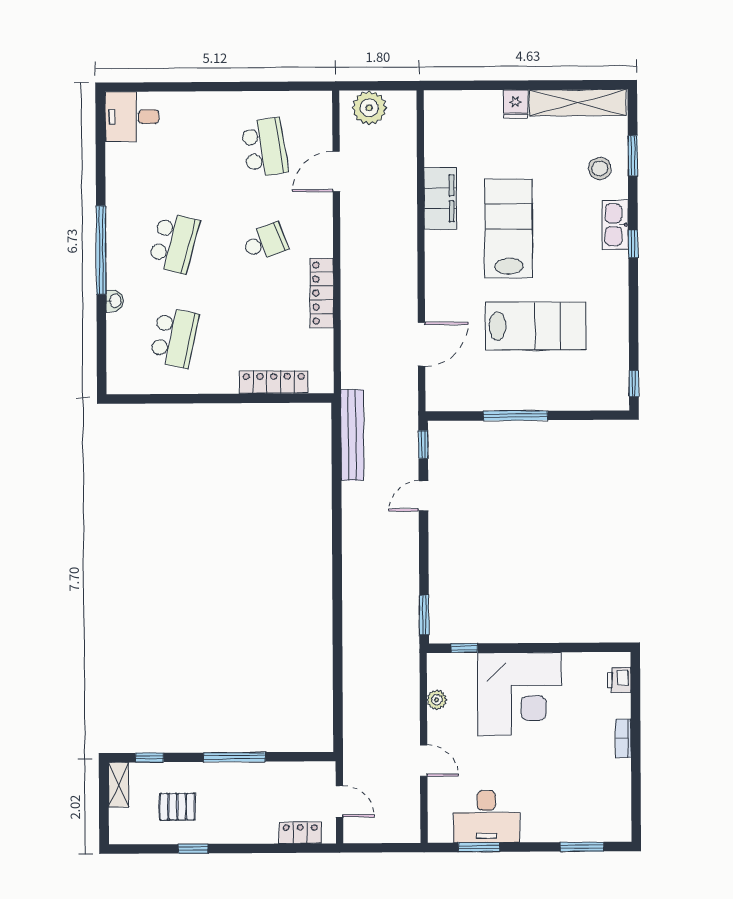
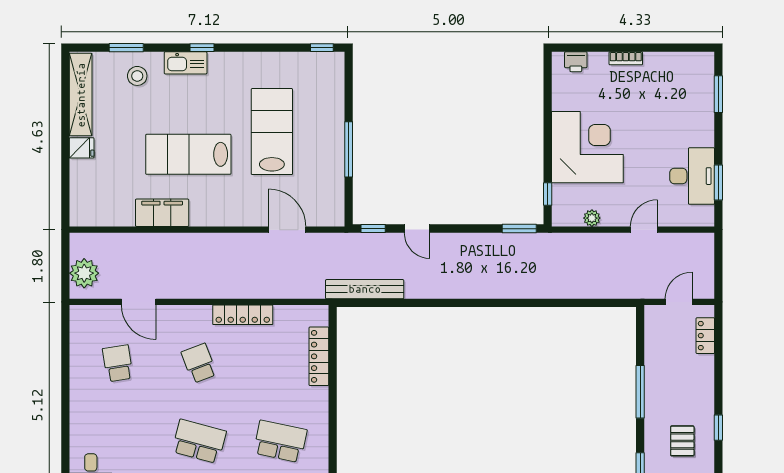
school desk: (264, 148) -> (118, 363), width x0.54

